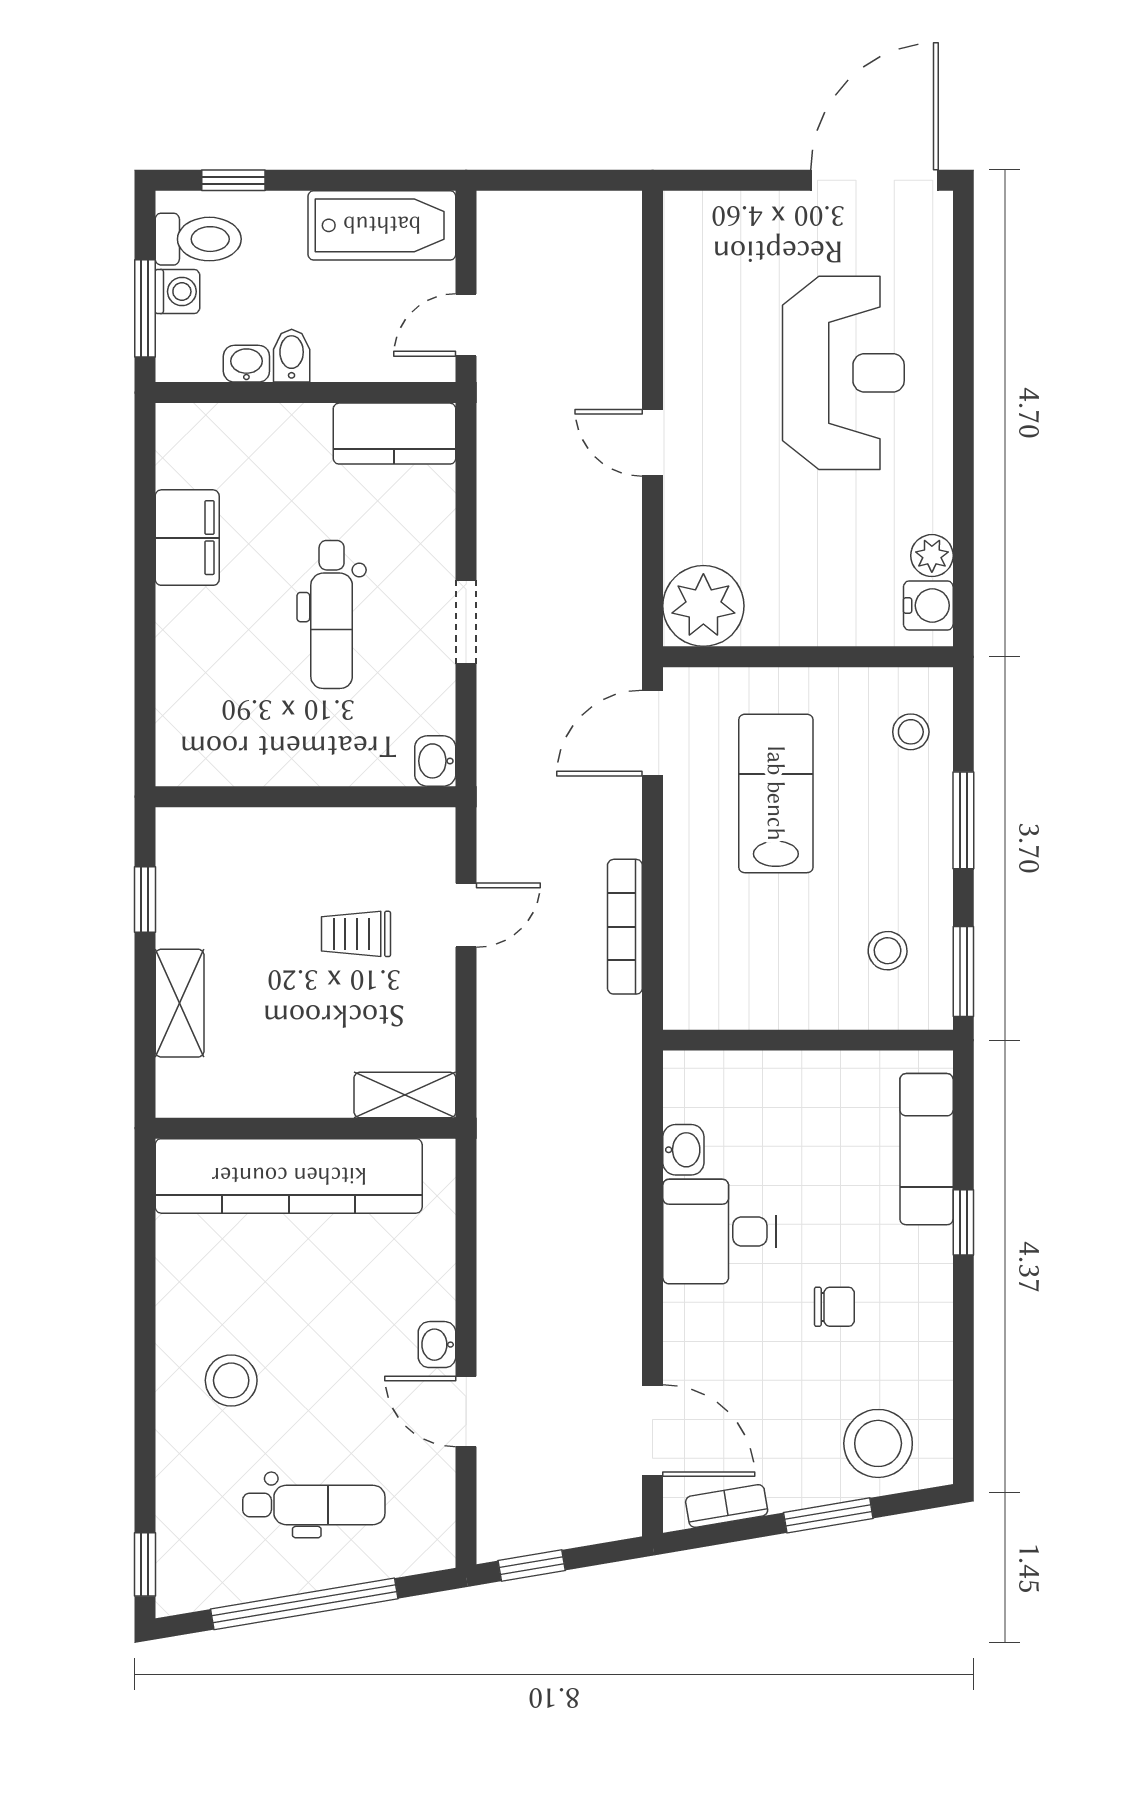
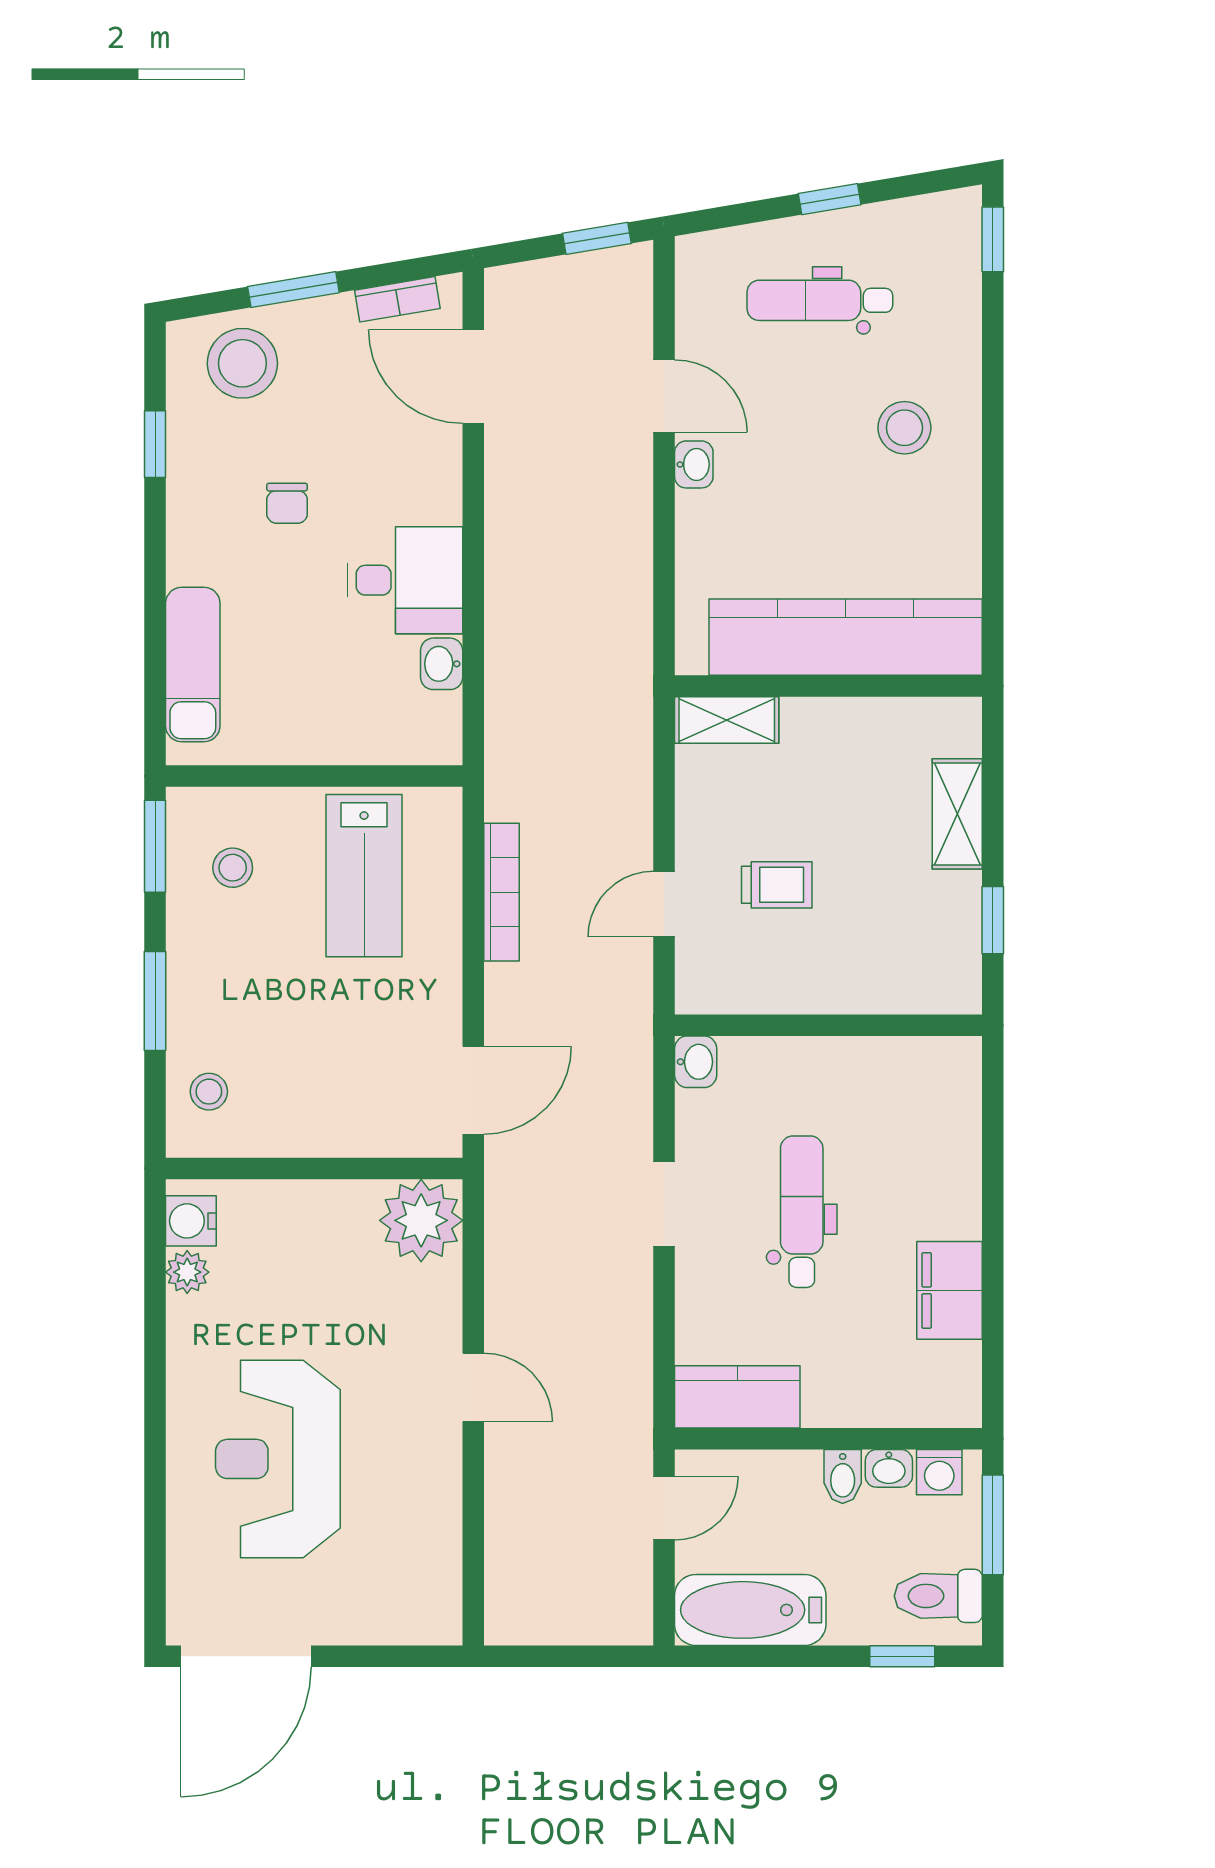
washing machine: (177, 292) -> (939, 1472), moved, turned -90
lab bench: (776, 793) -> (364, 876), moved
window: (963, 1222) -> (155, 444), moved
chair: (834, 1307) -> (287, 503), turned -90
window: (304, 1604) -> (830, 199), width x0.32

